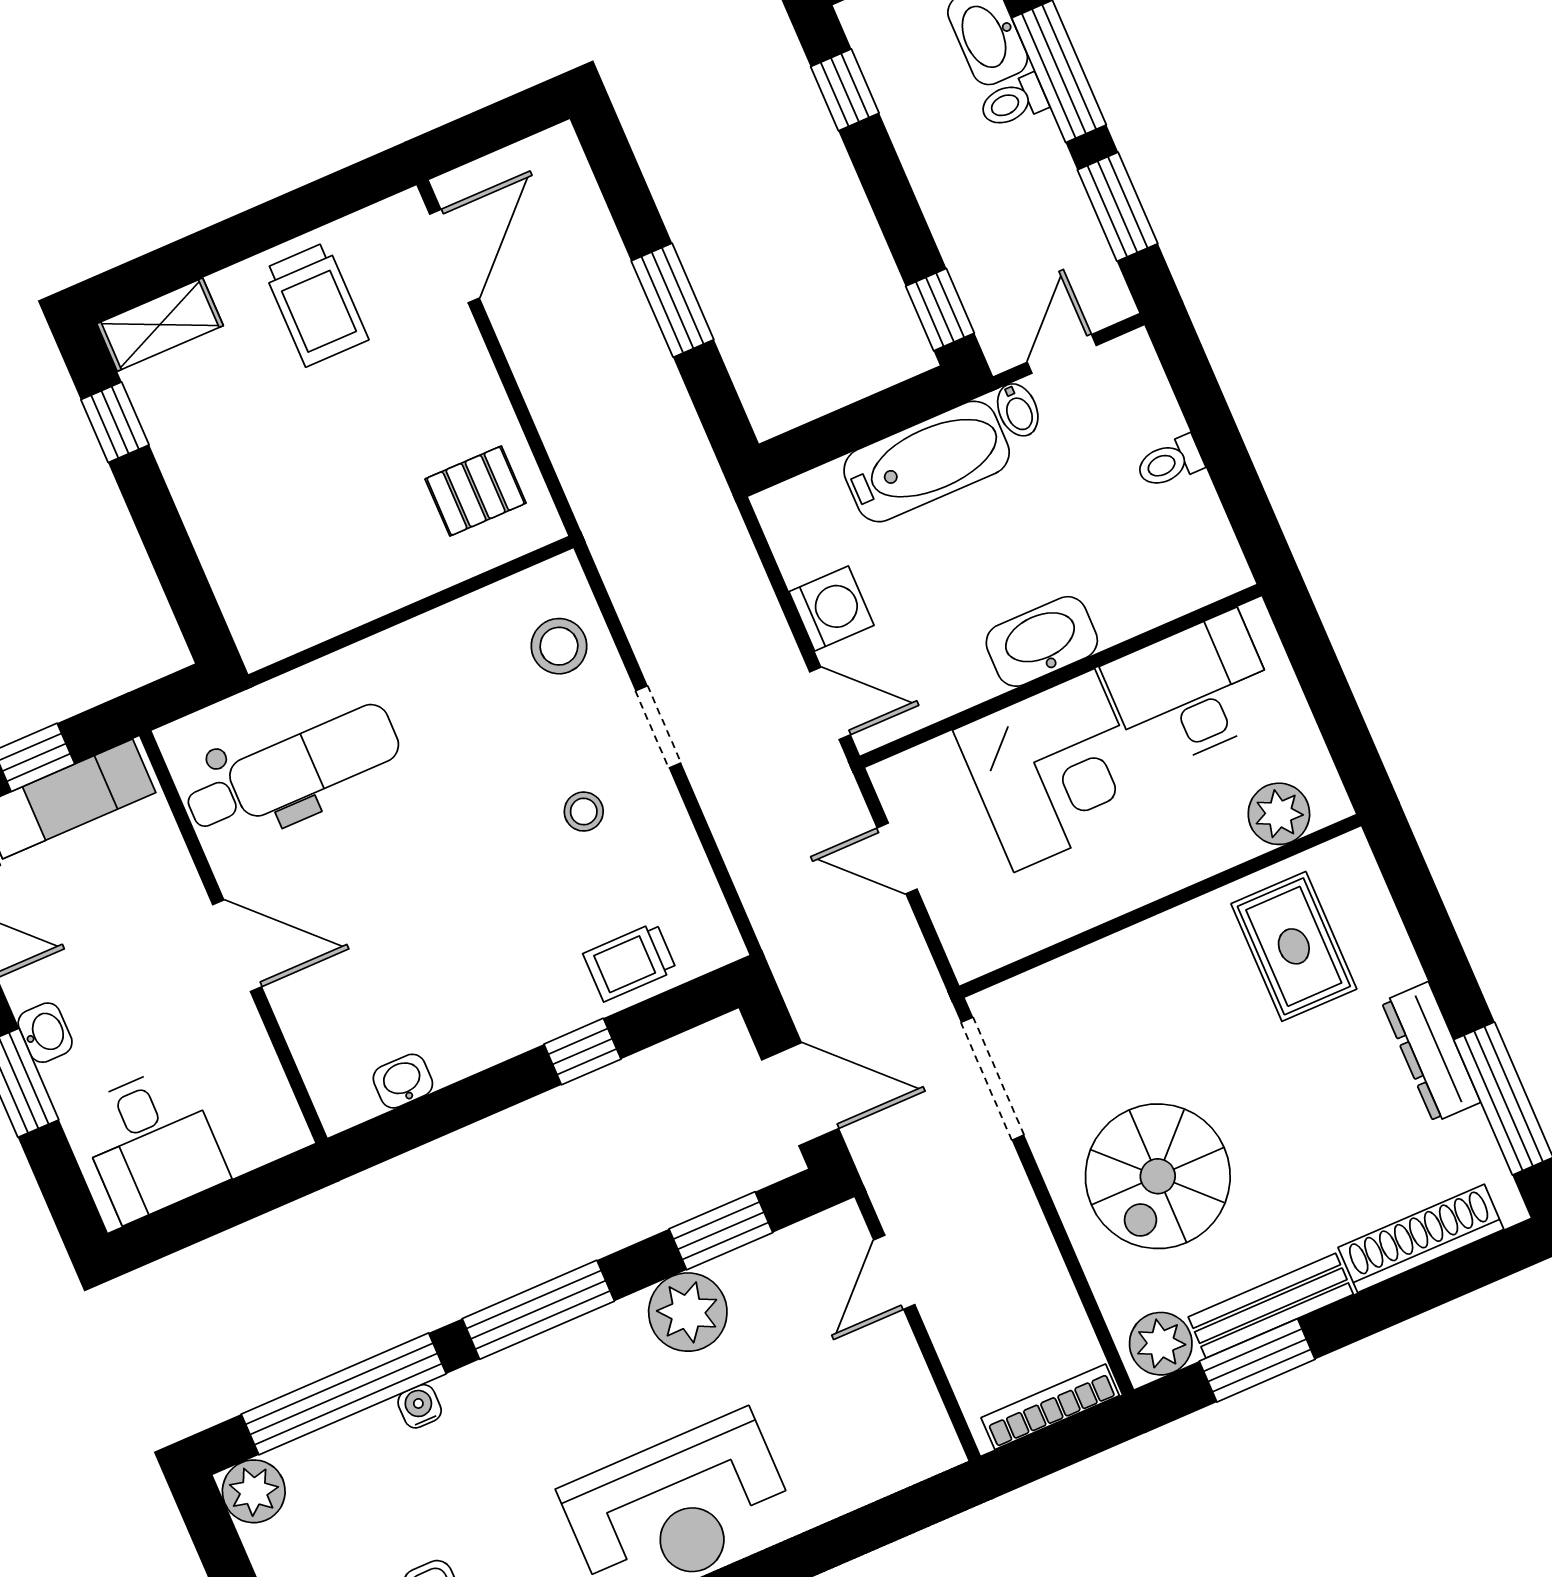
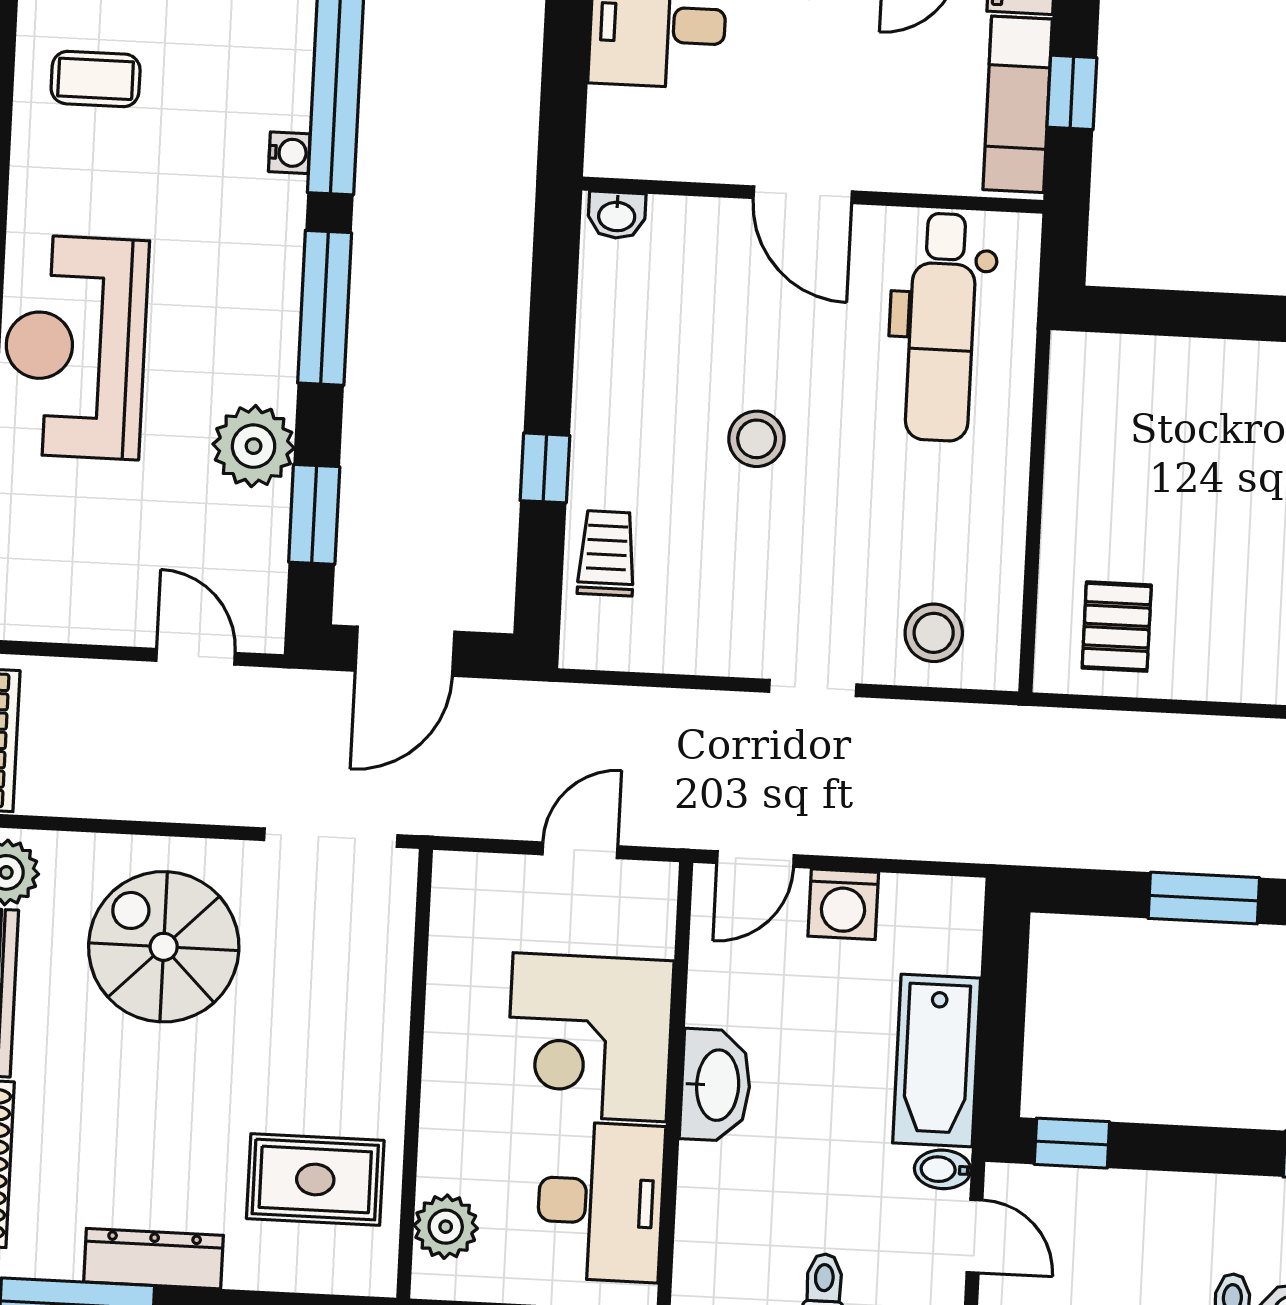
stool: (584, 812) -> (757, 439), moved, width x1.37, depth x1.37
door: (237, 946) -> (803, 195), hinge flipped
washbasin: (403, 1081) -> (617, 215), moved, turned 90

